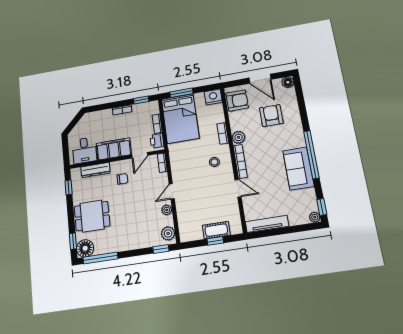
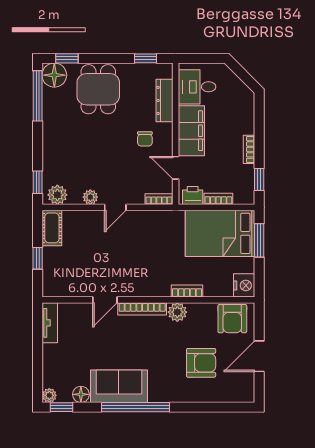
floor lamp: (288, 82) -> (81, 394), moved
stool: (214, 162) -> (148, 273), removed
door: (172, 191) -> (115, 207), swing flipped
tv unit: (267, 224) -> (50, 323), width x0.71
cot: (216, 230) -> (52, 228), moved

